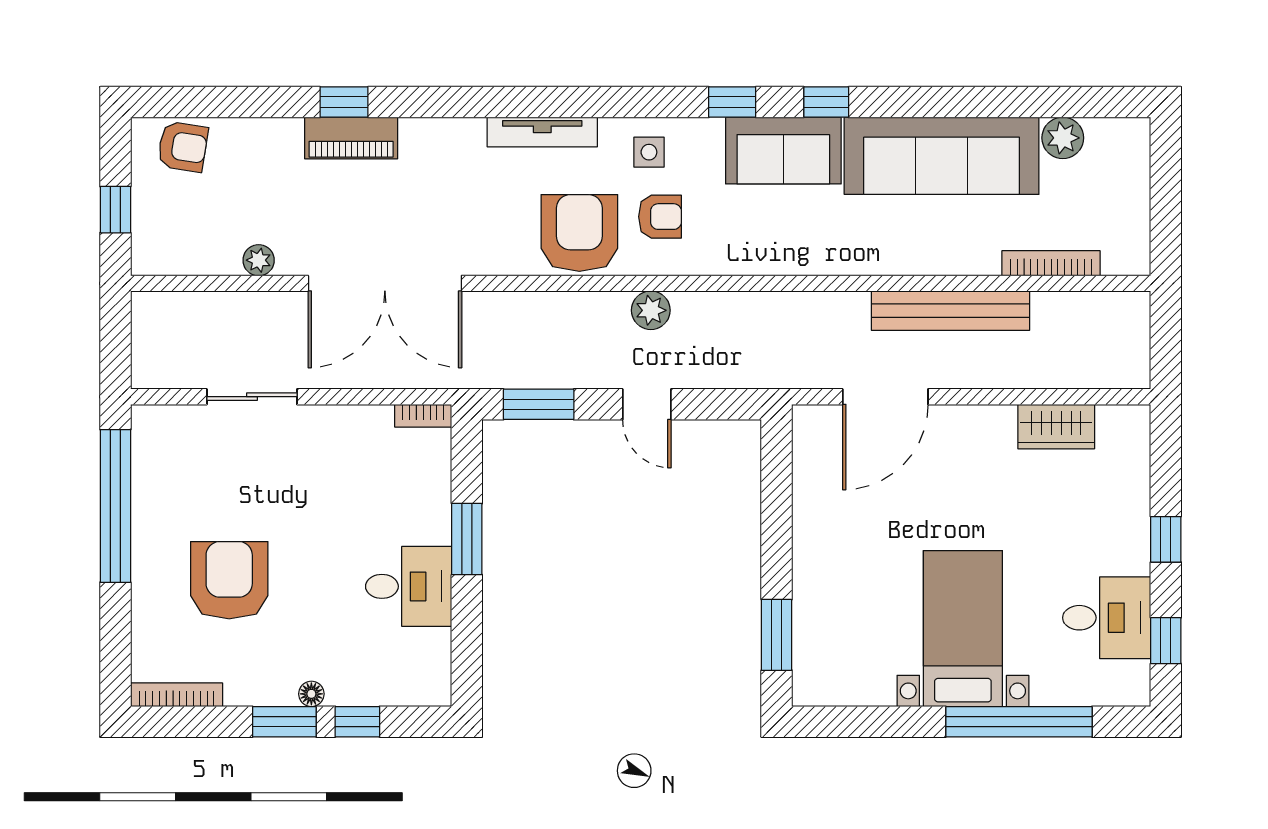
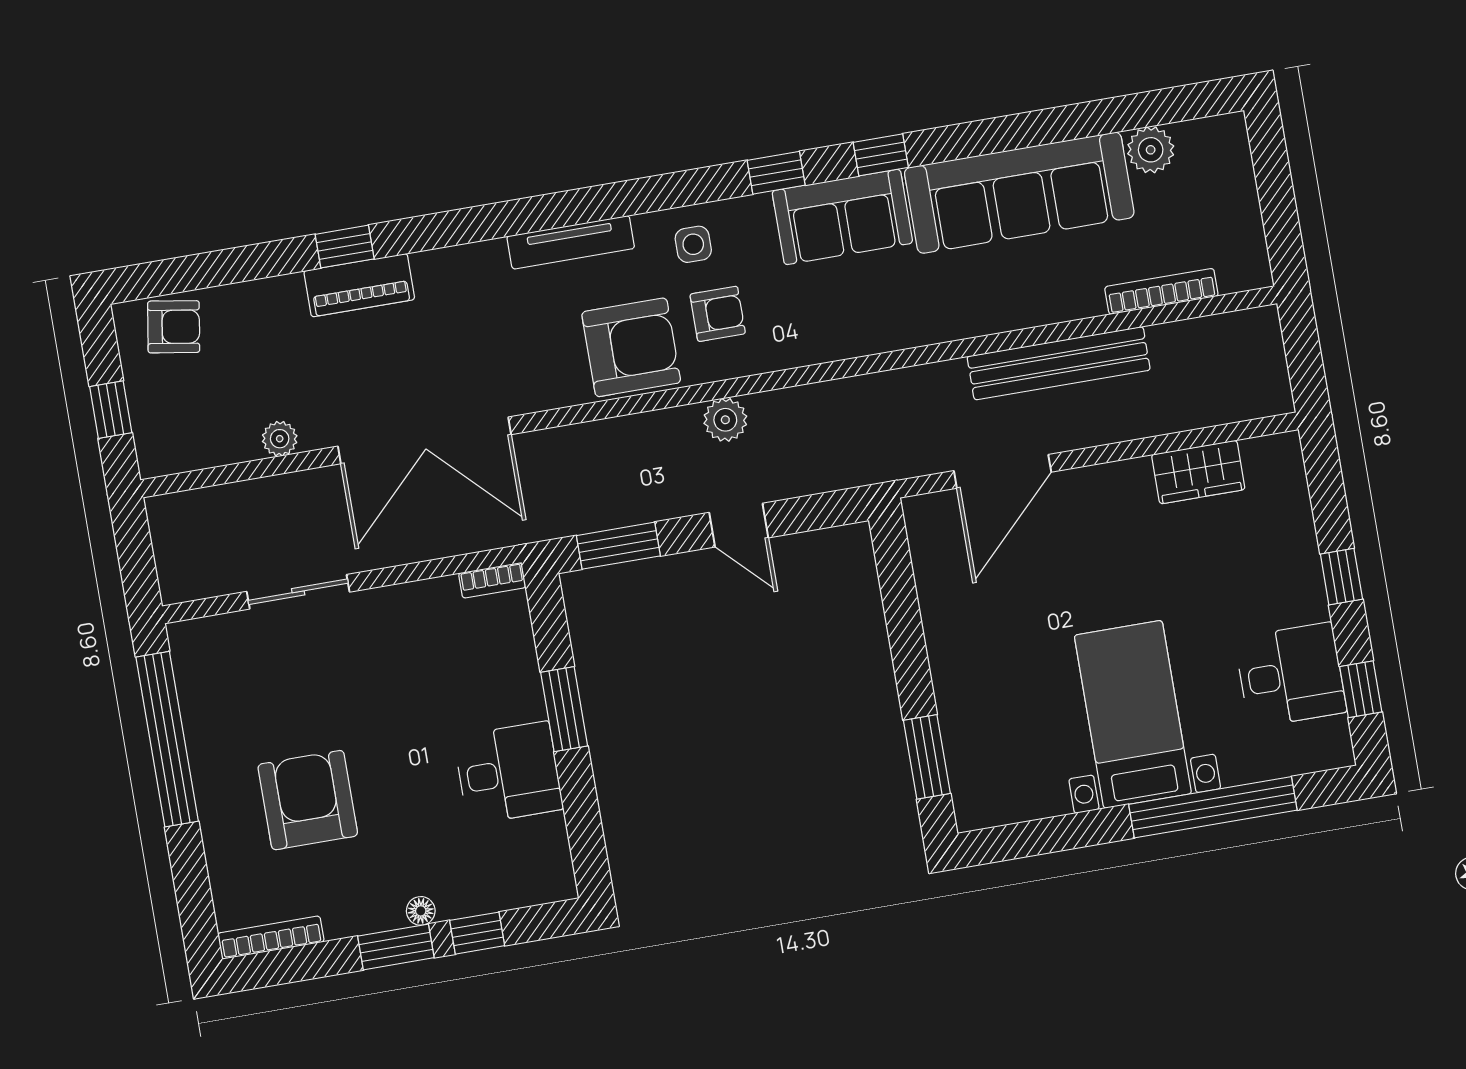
armchair: (579, 233) -> (631, 347), turned 90

